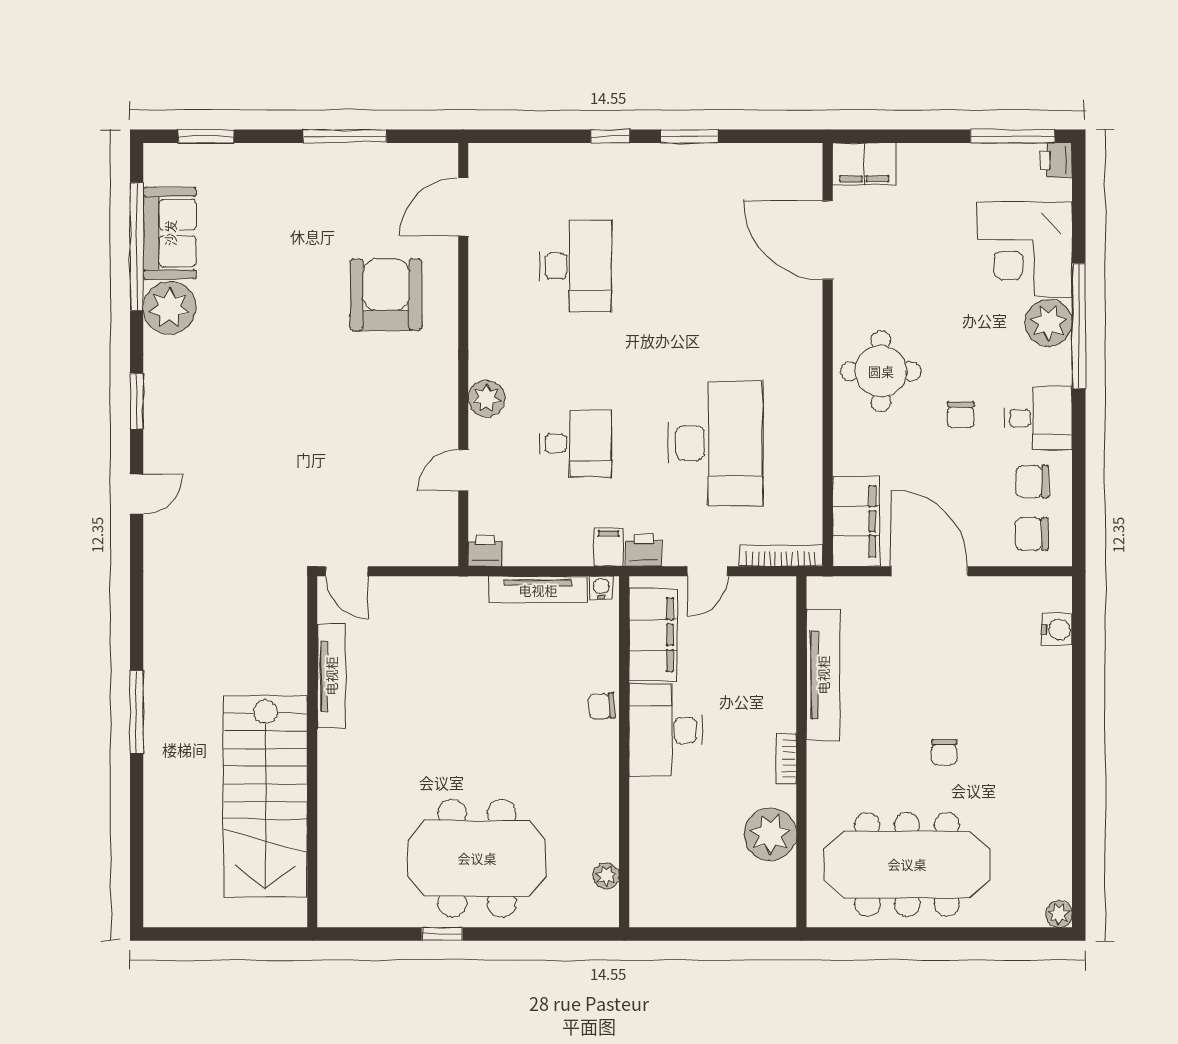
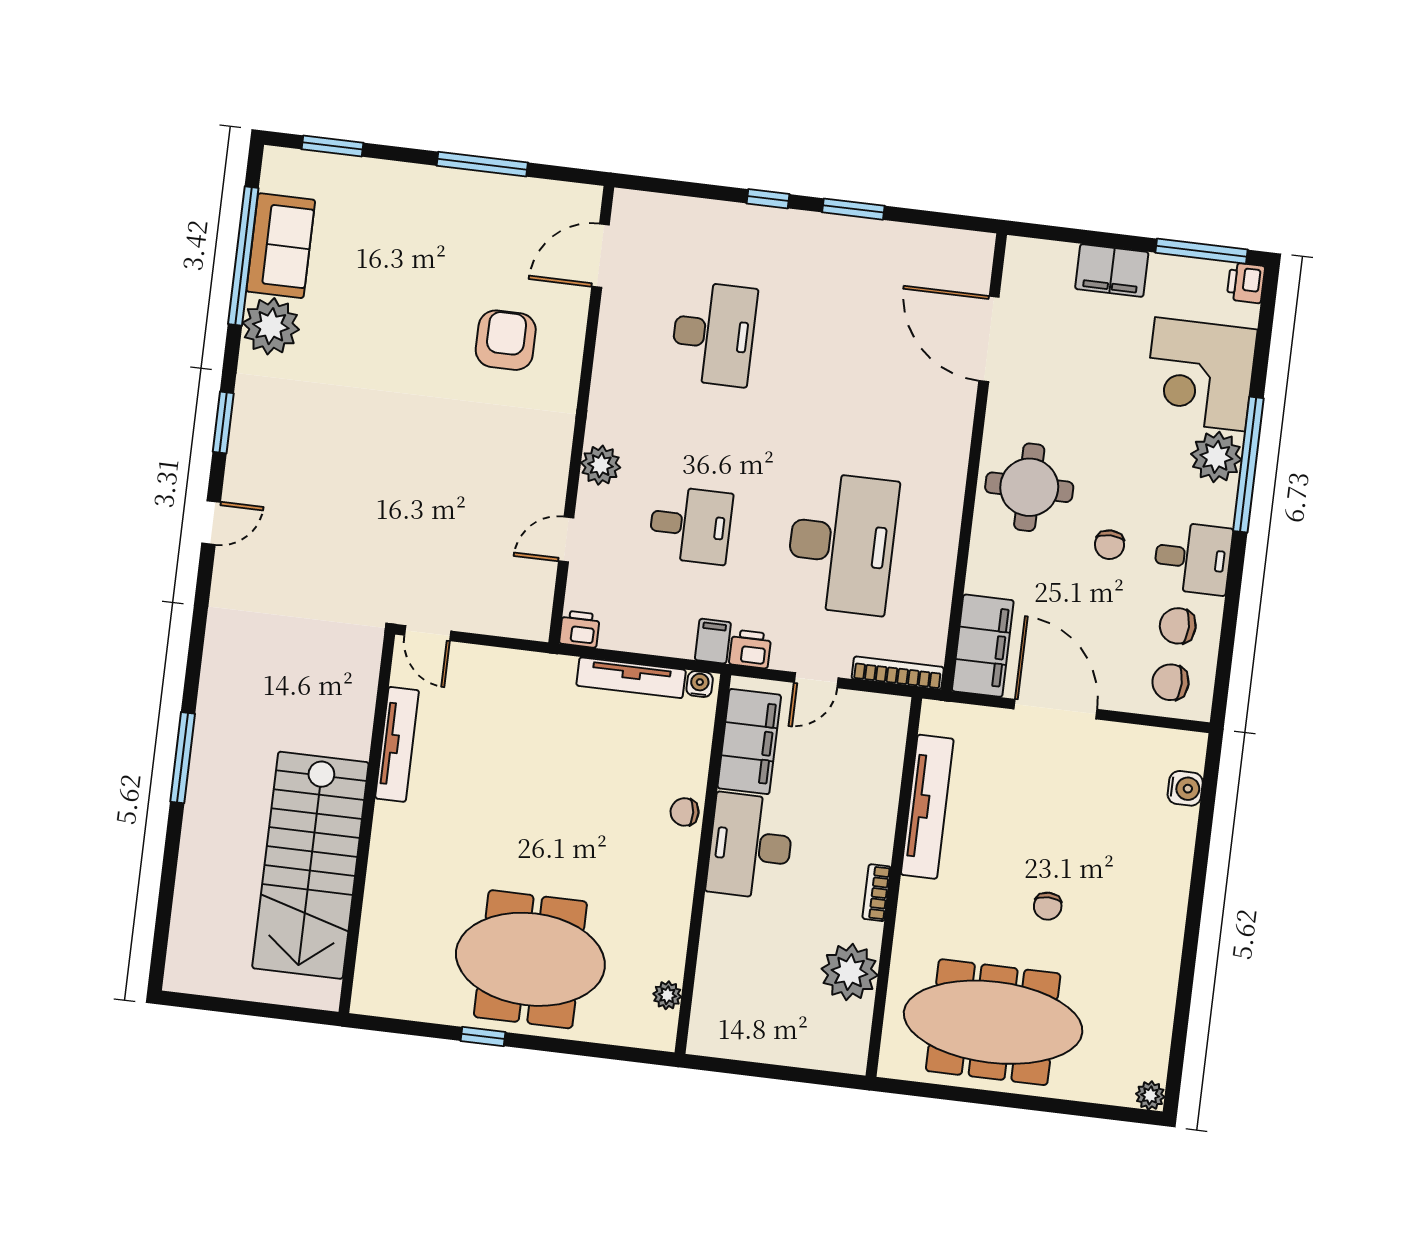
filing cabinet: (864, 164) -> (1112, 270), moved
armchair: (386, 295) -> (506, 340), width x0.73, depth x0.73

